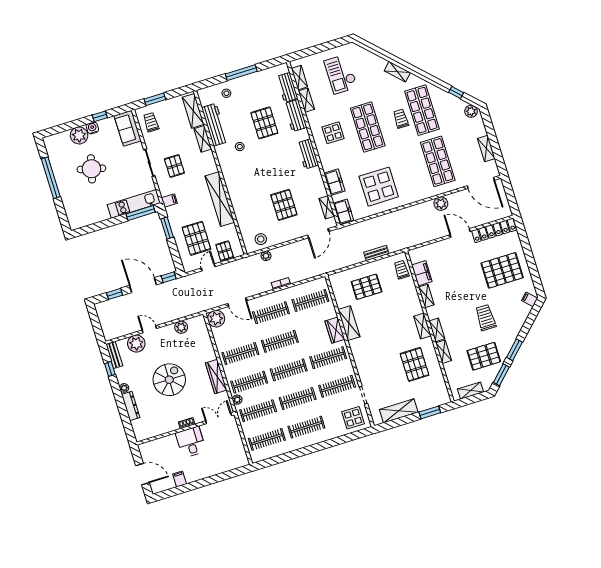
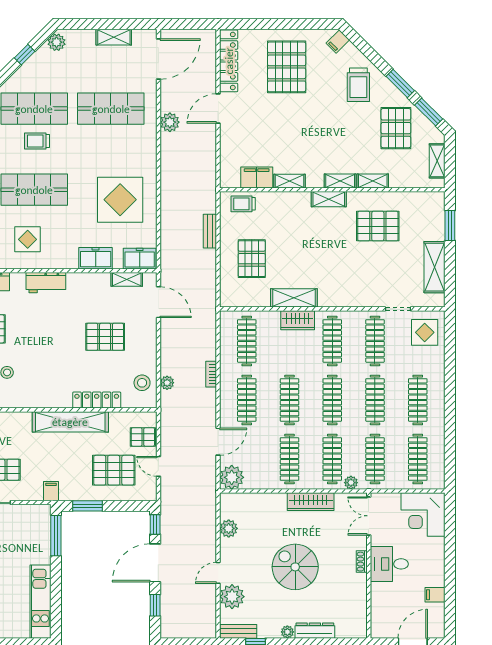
kitchen unit: (134, 204) -> (40, 602), moved
locker: (240, 212) -> (97, 400), added
trolley: (486, 318) -> (358, 85), moved, turned -90
corner desk: (231, 454) -> (423, 515), added

